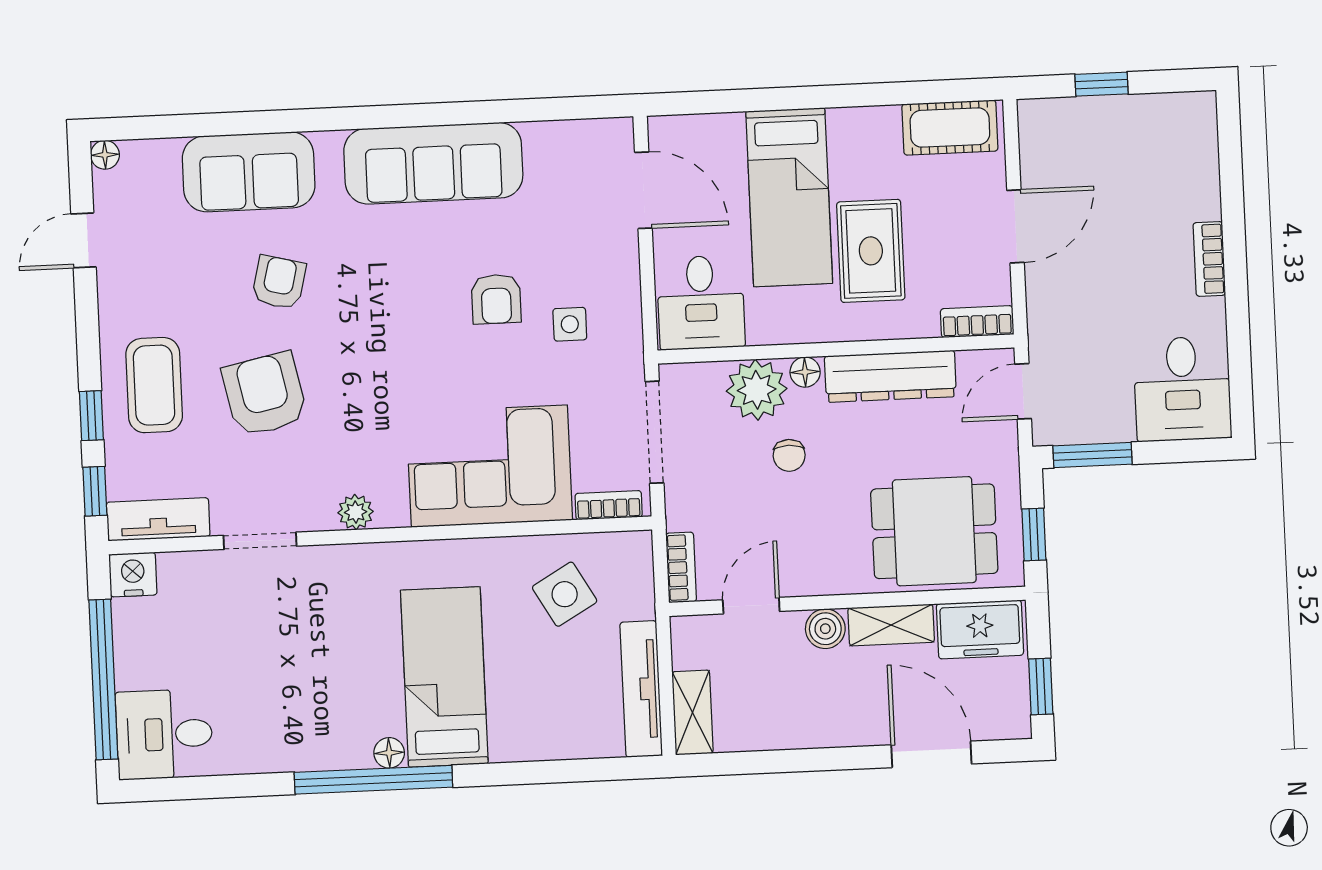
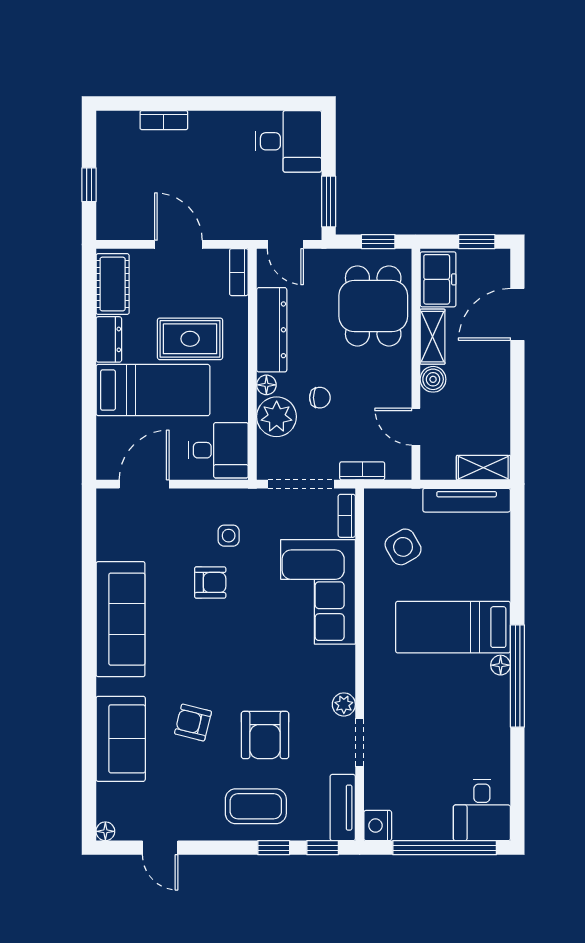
dresser: (864, 126) -> (109, 339), added
bookcase: (1209, 259) -> (164, 120), moved
armchair: (265, 394) -> (265, 735), turned -78
plant: (356, 512) -> (344, 704), moved
bookcase: (681, 567) -> (362, 471), moved

